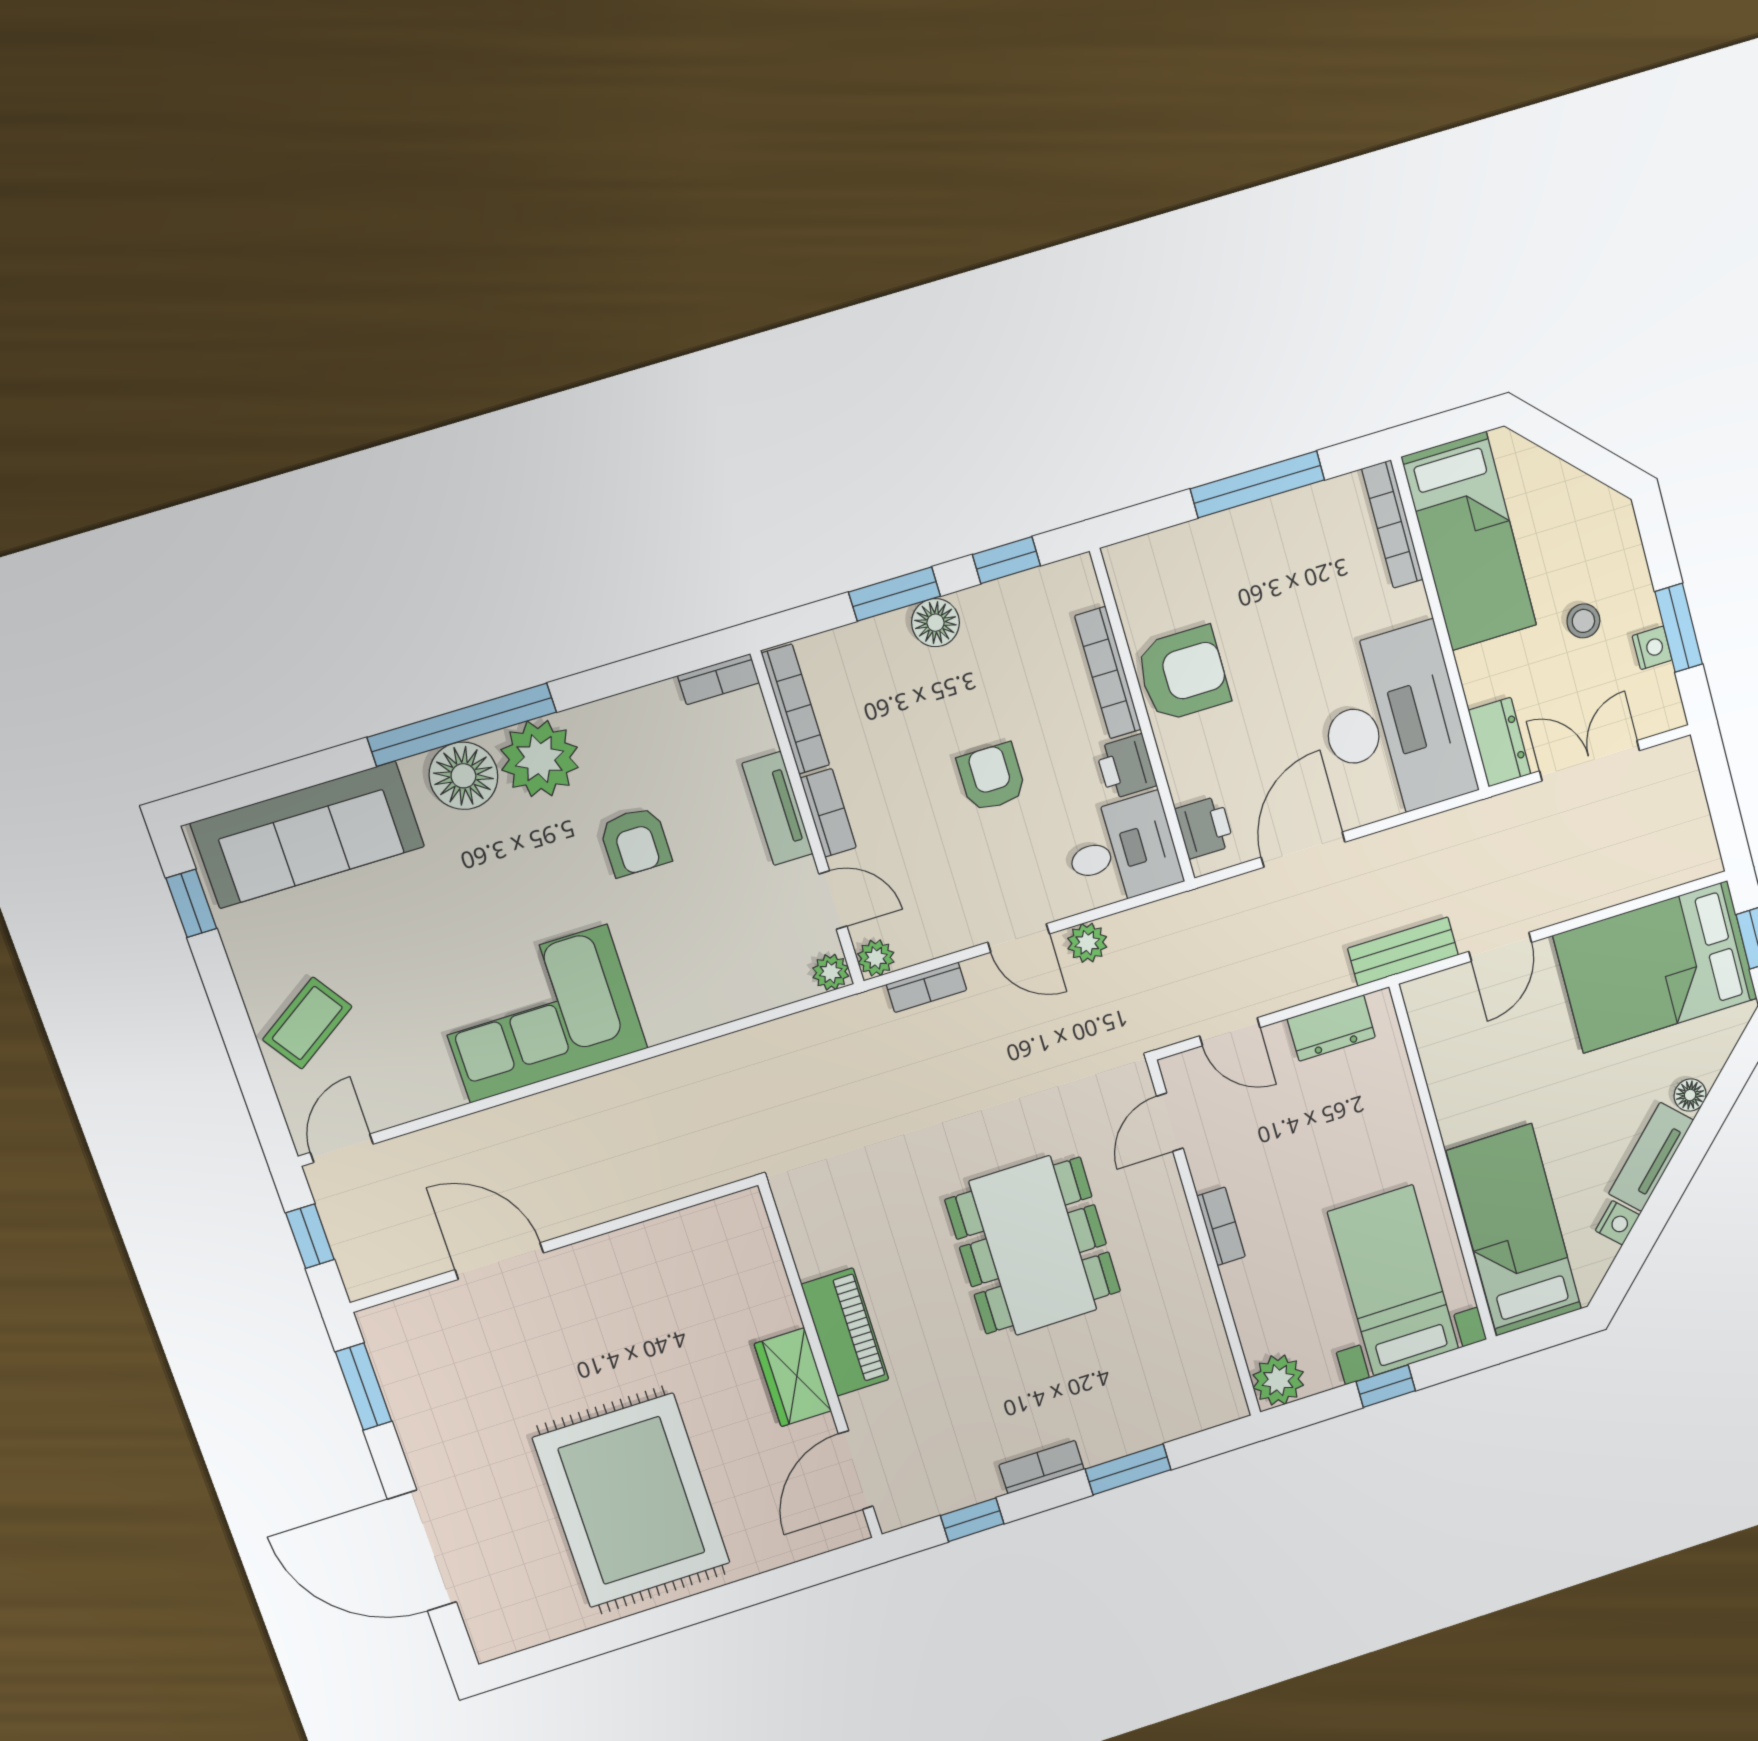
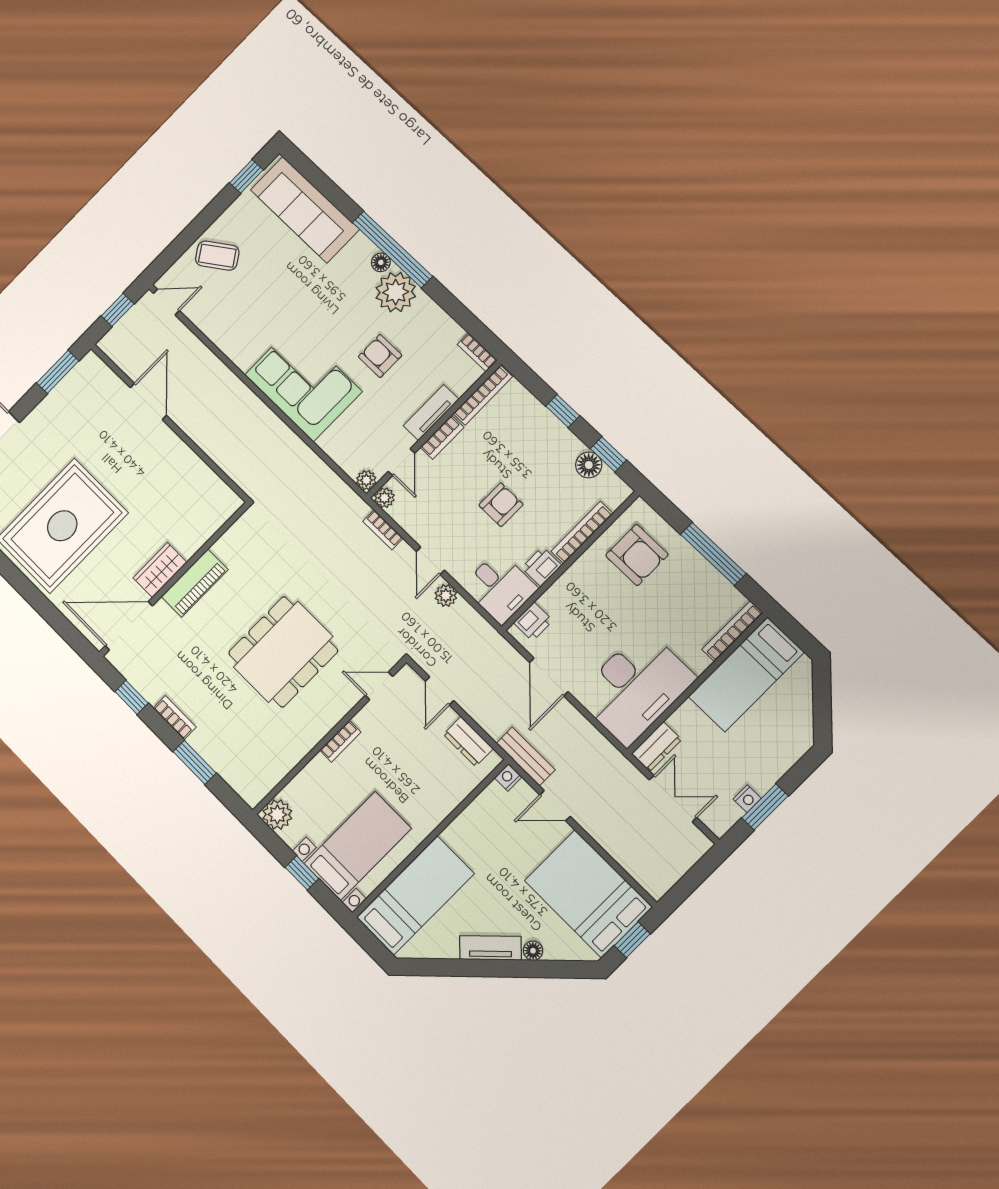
window: (894, 594) -> (563, 411), width x0.67
stool: (1583, 621) -> (740, 755), removed
floor lamp: (935, 623) -> (589, 465), moved
armchair: (1183, 674) -> (637, 555), moved
floor lamp: (463, 776) -> (381, 262), width x0.53, depth x0.53
armchair: (635, 842) -> (380, 356), turned 90
door: (1303, 850) -> (549, 677), swing flipped
corner sofa: (539, 1014) -> (303, 383), moved
nightstand: (1617, 1223) -> (508, 777), moved, turned 135
door: (856, 1470) -> (129, 626), width x1.36

